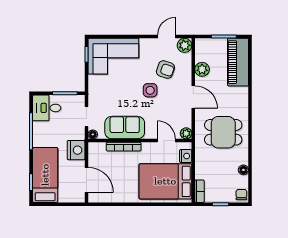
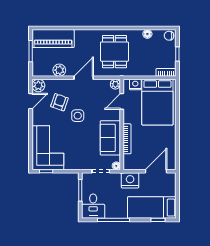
door: (167, 37) -> (31, 101), swing flipped

